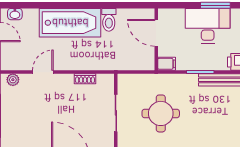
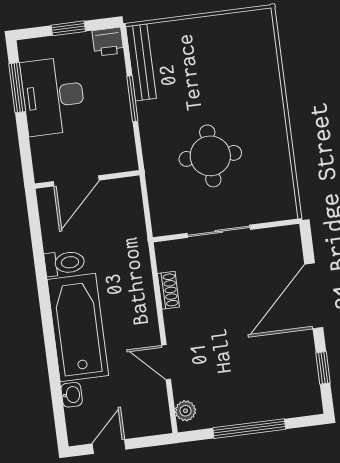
washbasin: (15, 14) -> (72, 395), moved
filing cabinet: (167, 64) -> (126, 157), removed

